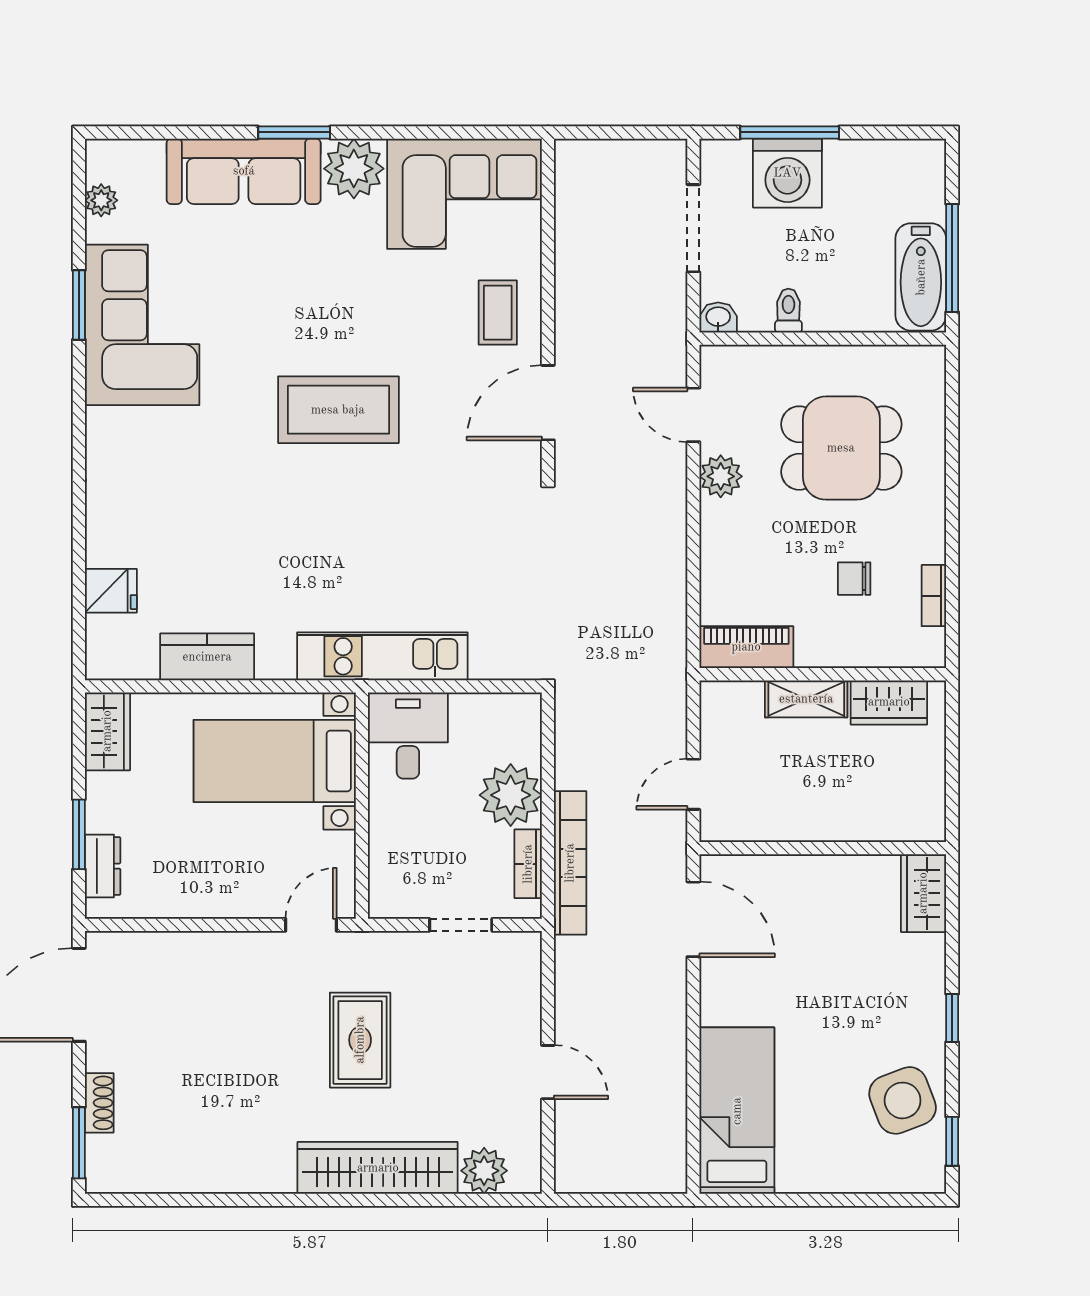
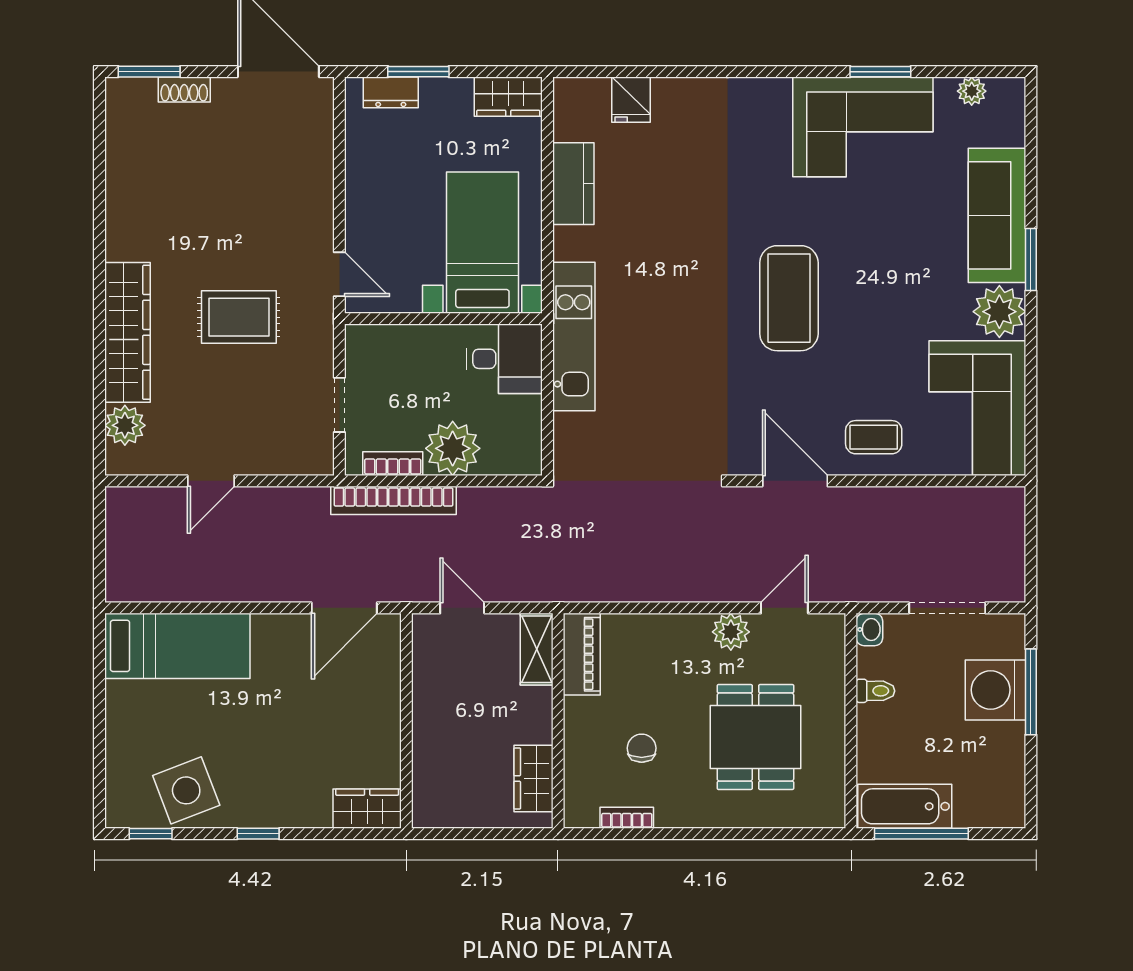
shelving: (806, 699) -> (537, 649), moved

